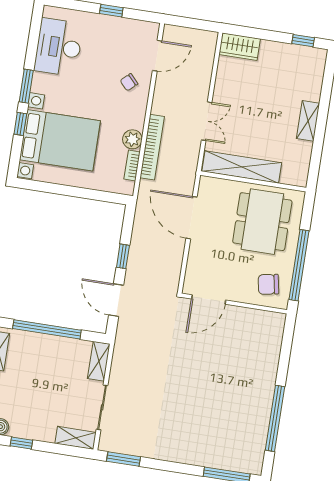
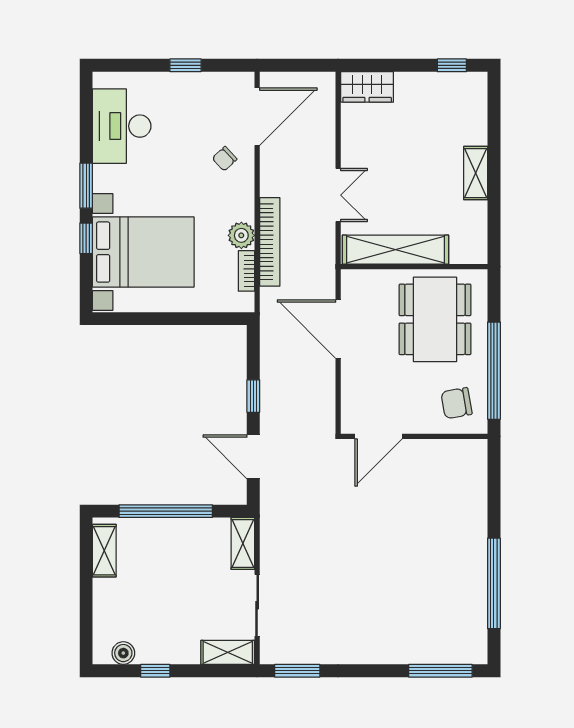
door: (157, 56) -> (257, 117), width x1.36

